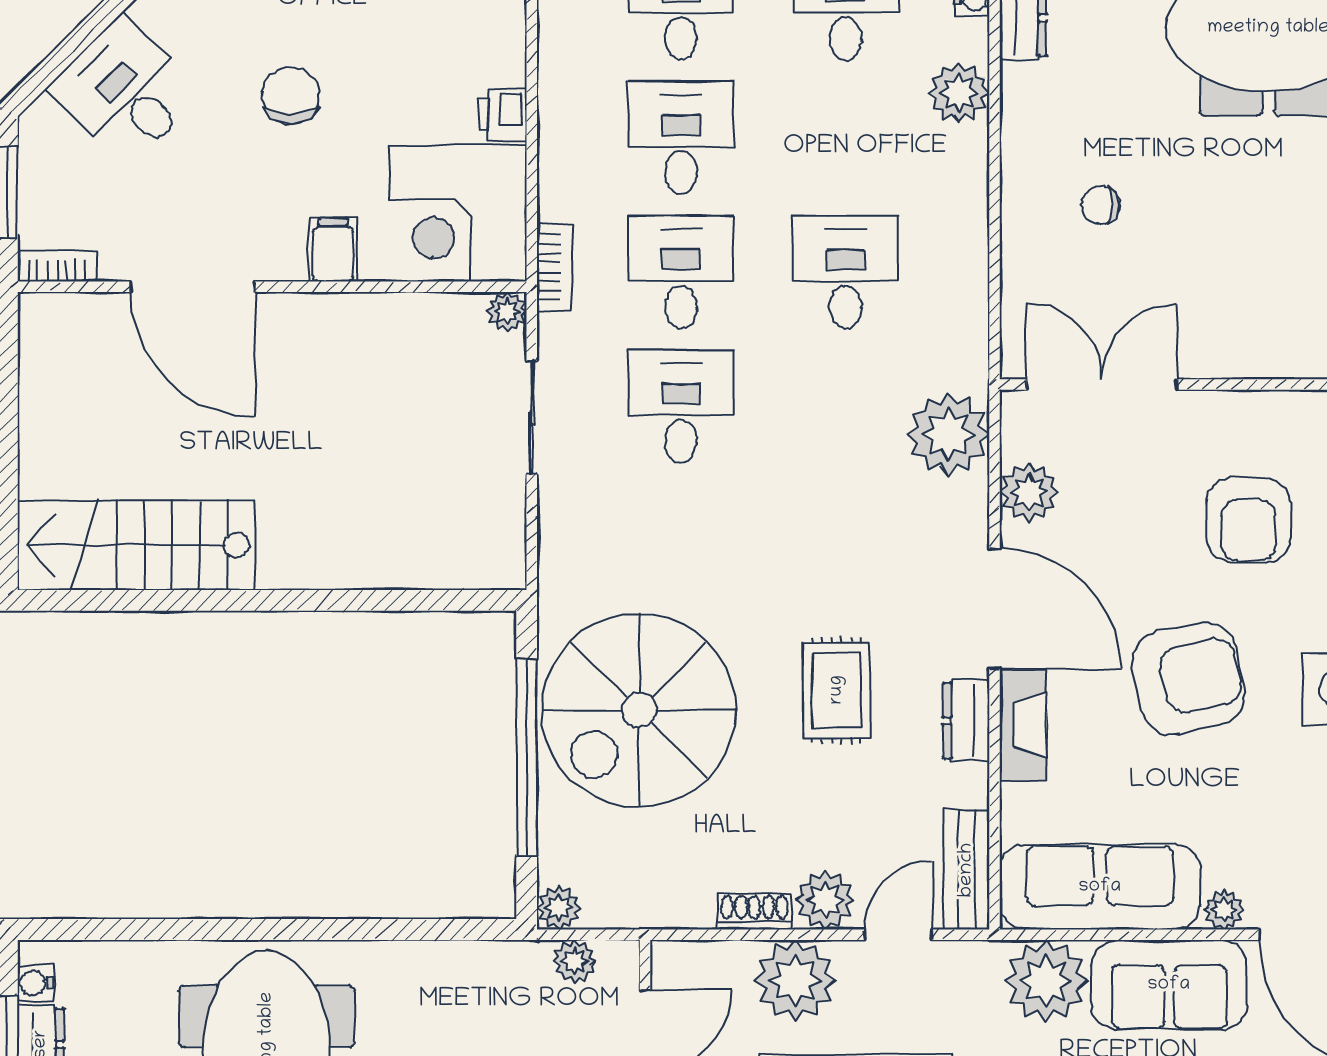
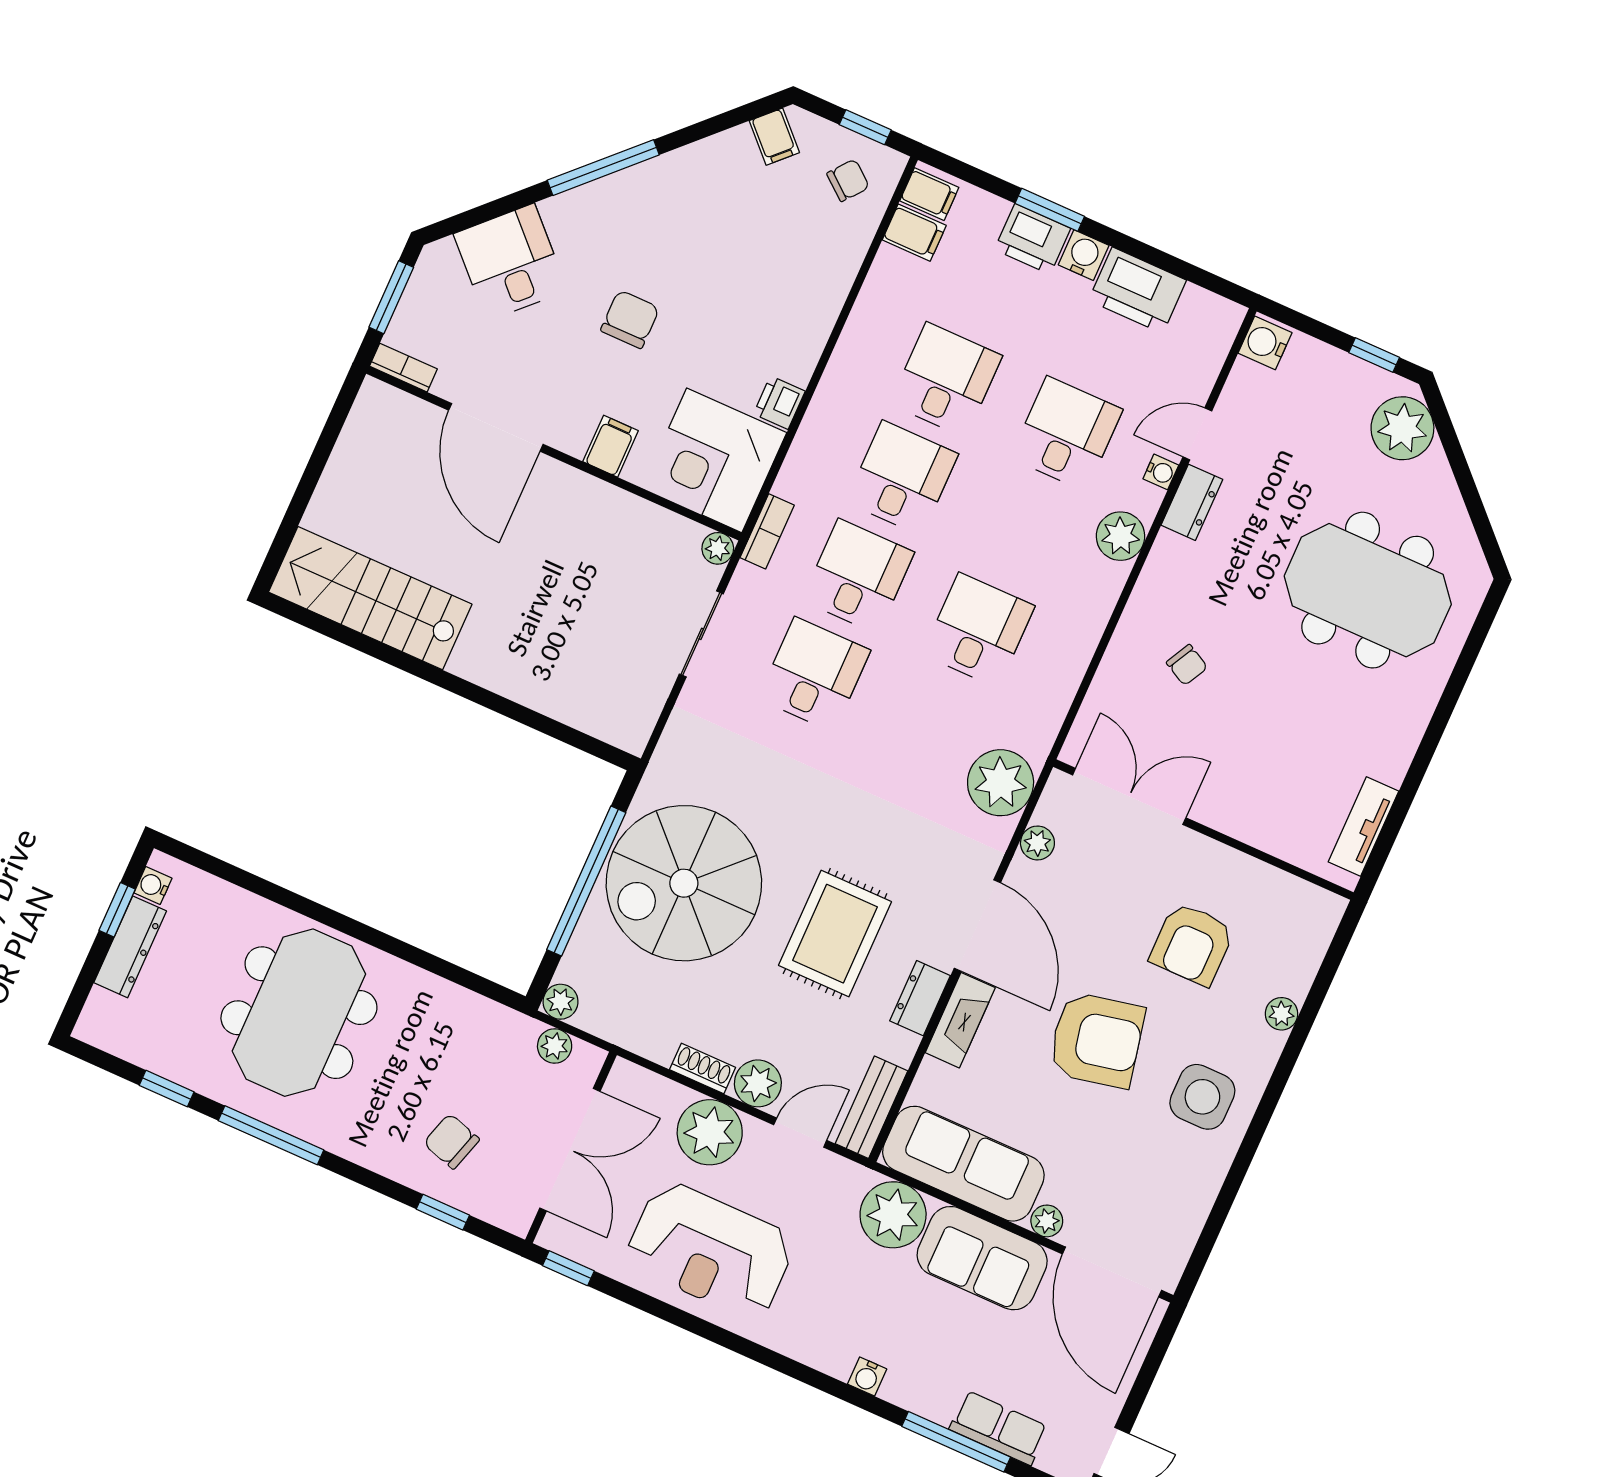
chair: (1100, 205) -> (1187, 665), turned -152
plant: (1029, 492) -> (1037, 843), width x0.73, depth x0.73
rug: (837, 690) -> (835, 934), width x1.36, depth x1.43

